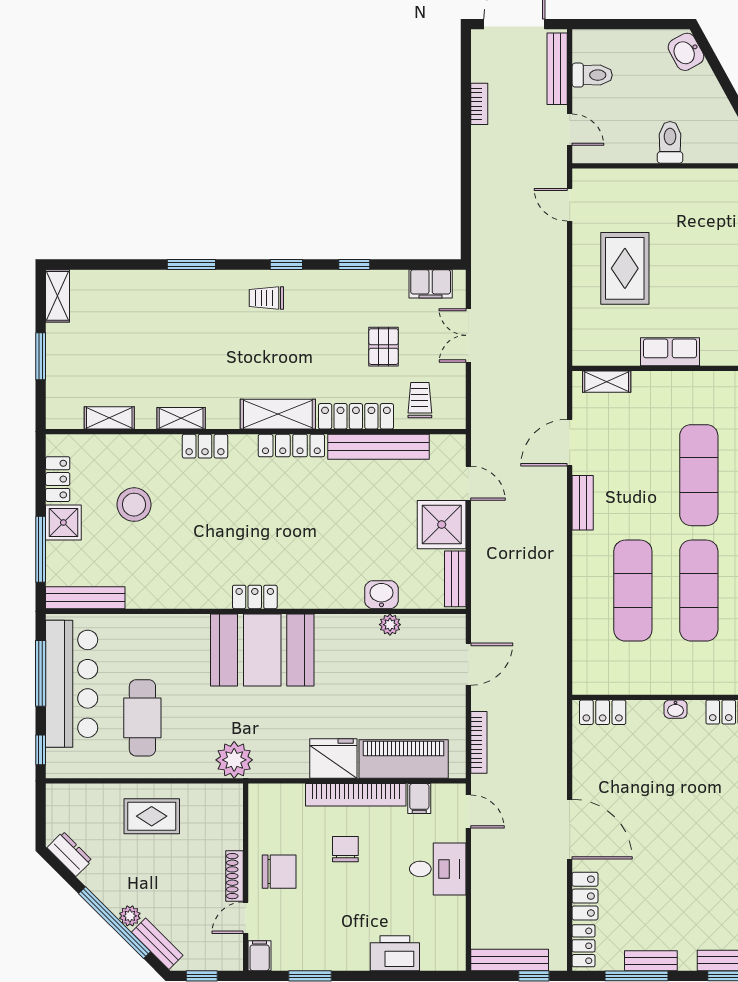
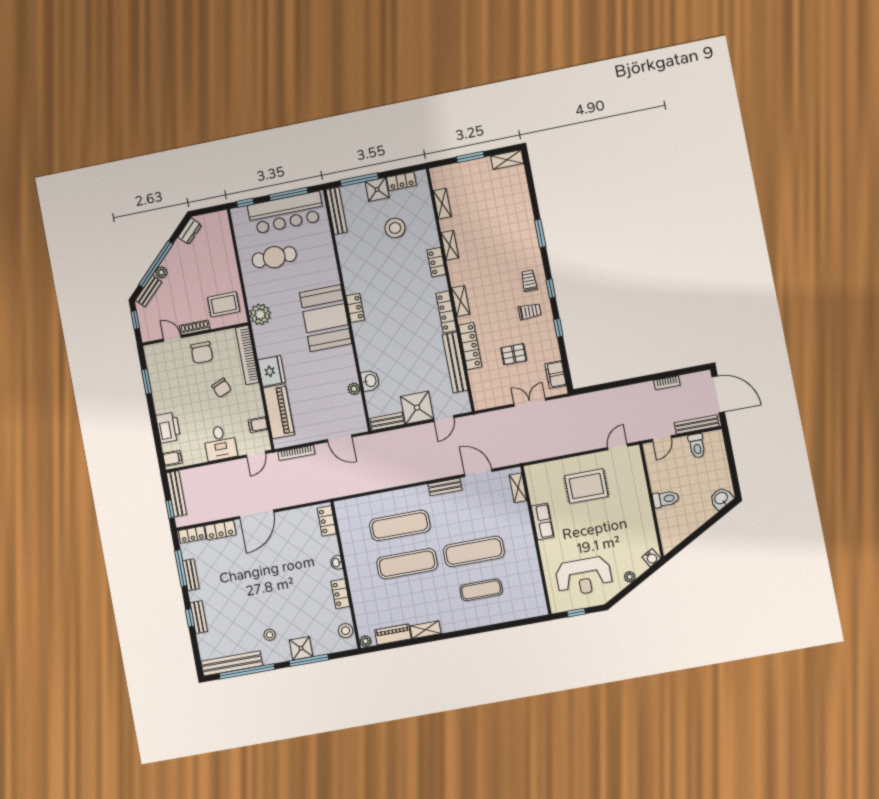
trolley: (420, 400) -> (530, 311), moved
shelving: (278, 414) -> (461, 301), width x0.67, depth x0.75
bookcase: (356, 795) -> (247, 355), moved
rug: (152, 816) -> (224, 304), moved, turned 90
chair: (345, 849) -> (222, 388), turned 67
filing cabinet: (260, 956) -> (172, 458), moved

